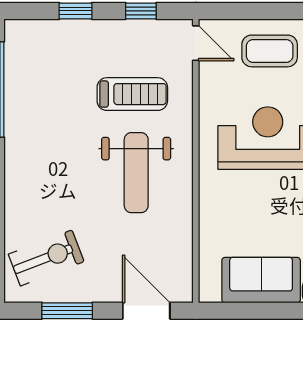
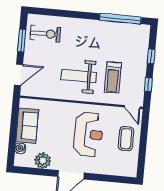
door: (196, 43) -> (132, 107), hinge flipped
exercise bike: (46, 258) -> (45, 34), turned -69

